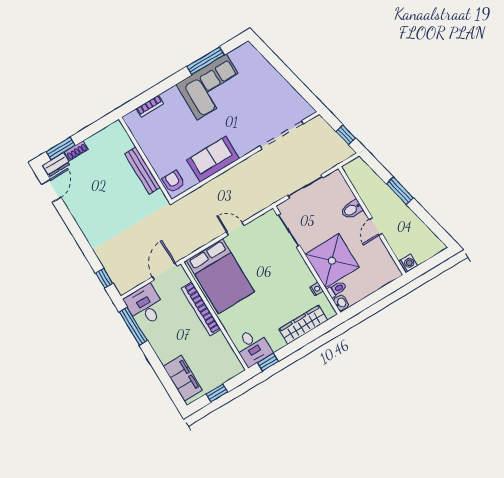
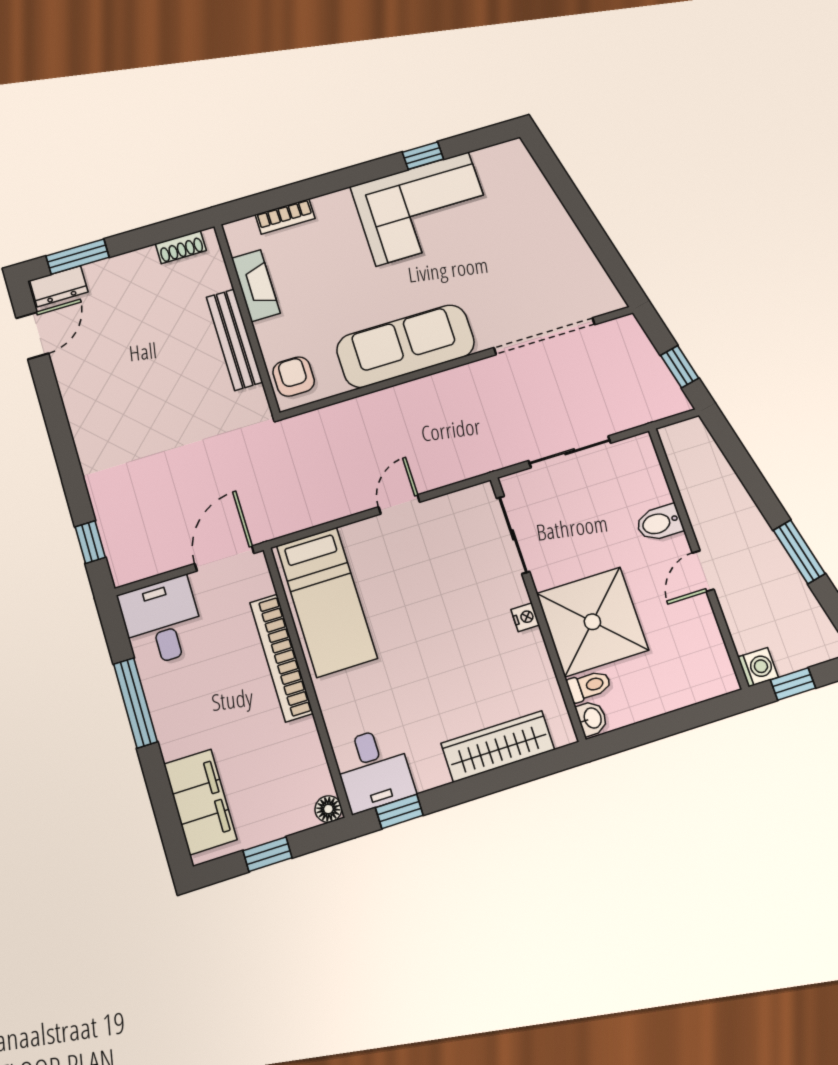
window: (206, 61) -> (423, 156), width x0.46
fireplace: (145, 143) -> (256, 286), added
shoe rack: (76, 151) -> (181, 247), moved
sofa: (213, 159) -> (406, 346), width x1.36
window: (400, 191) -> (799, 552), moved
door: (235, 229) -> (399, 504), hinge flipped
window: (425, 267) -> (793, 684), added
bed: (220, 276) -> (327, 602), width x0.67
nightstand: (316, 289) -> (525, 617), moved
window: (133, 326) -> (135, 703), moved
floor lamp: (238, 368) -> (328, 809), added

